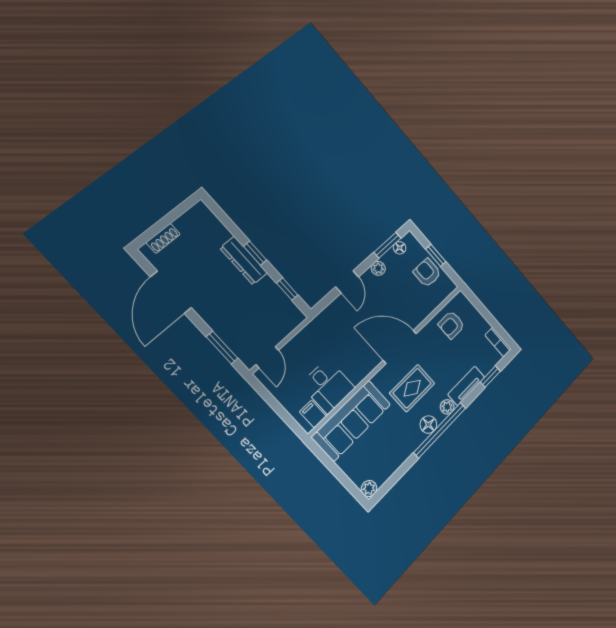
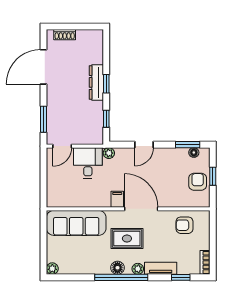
plant: (378, 268) -> (109, 153), moved
desk: (328, 386) -> (88, 163), moved, turned 180
filing cabinet: (313, 414) -> (117, 199), moved

